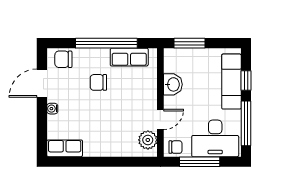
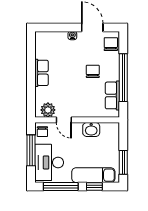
window: (189, 43) -> (123, 162), moved
row of seats: (65, 148) -> (41, 73), moved

